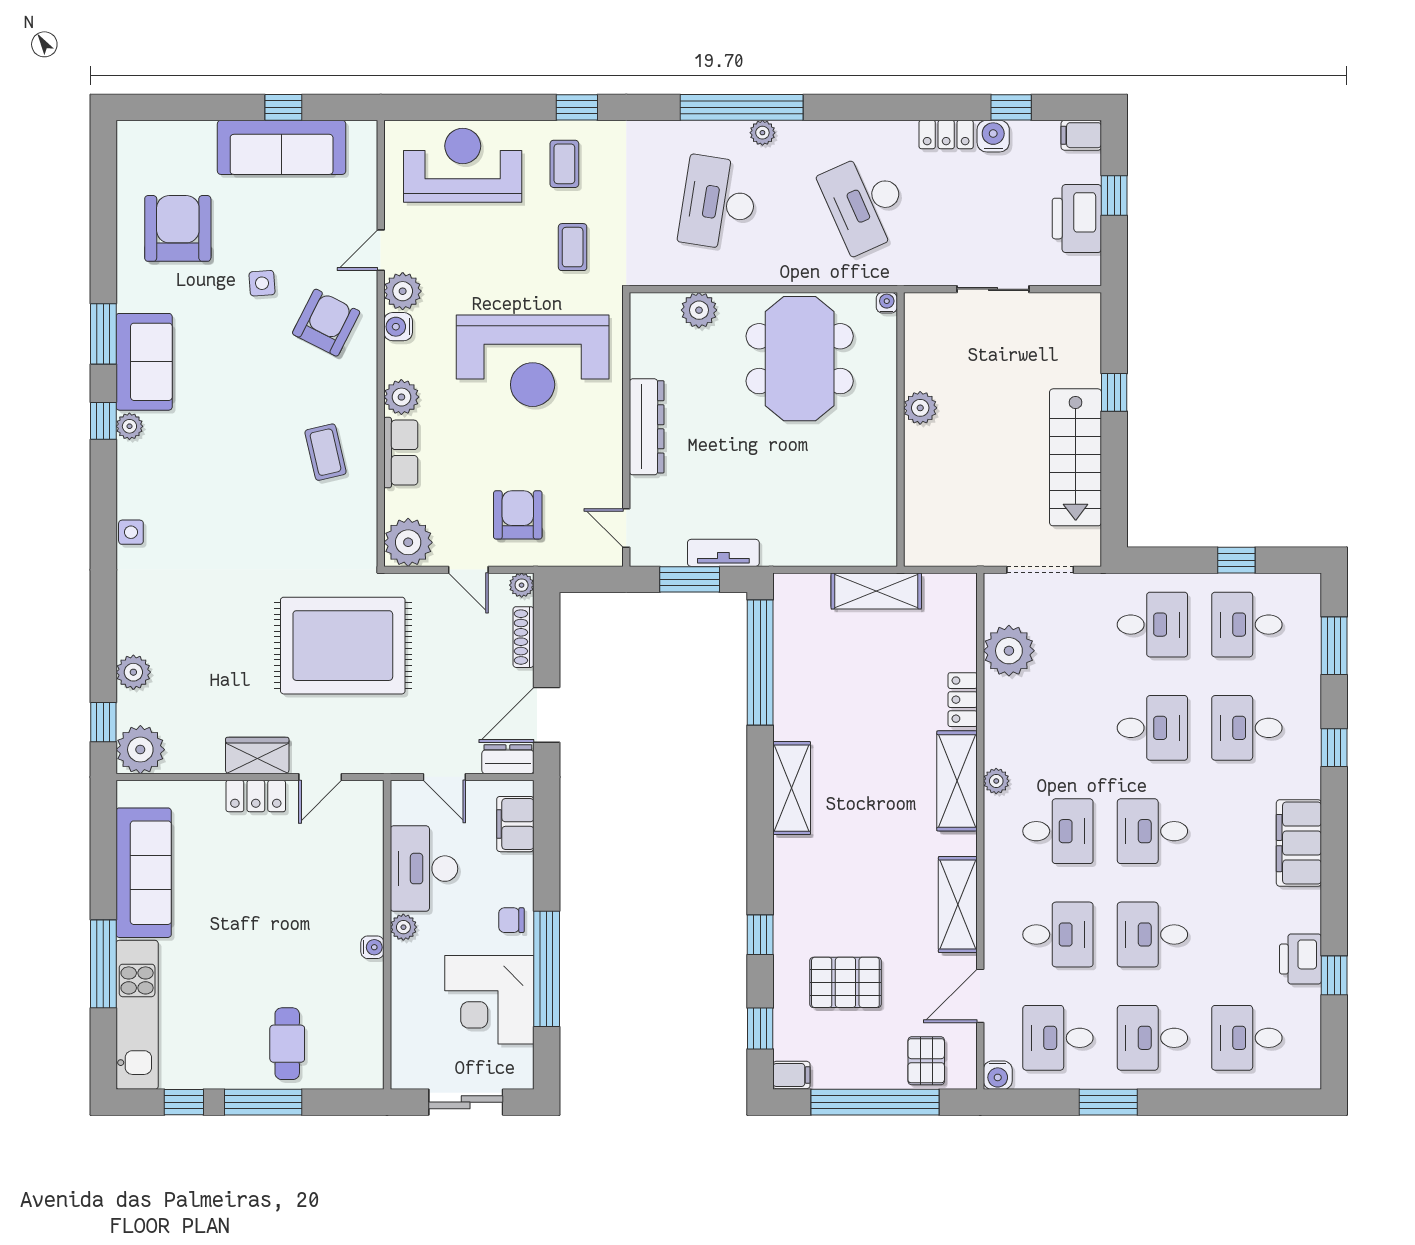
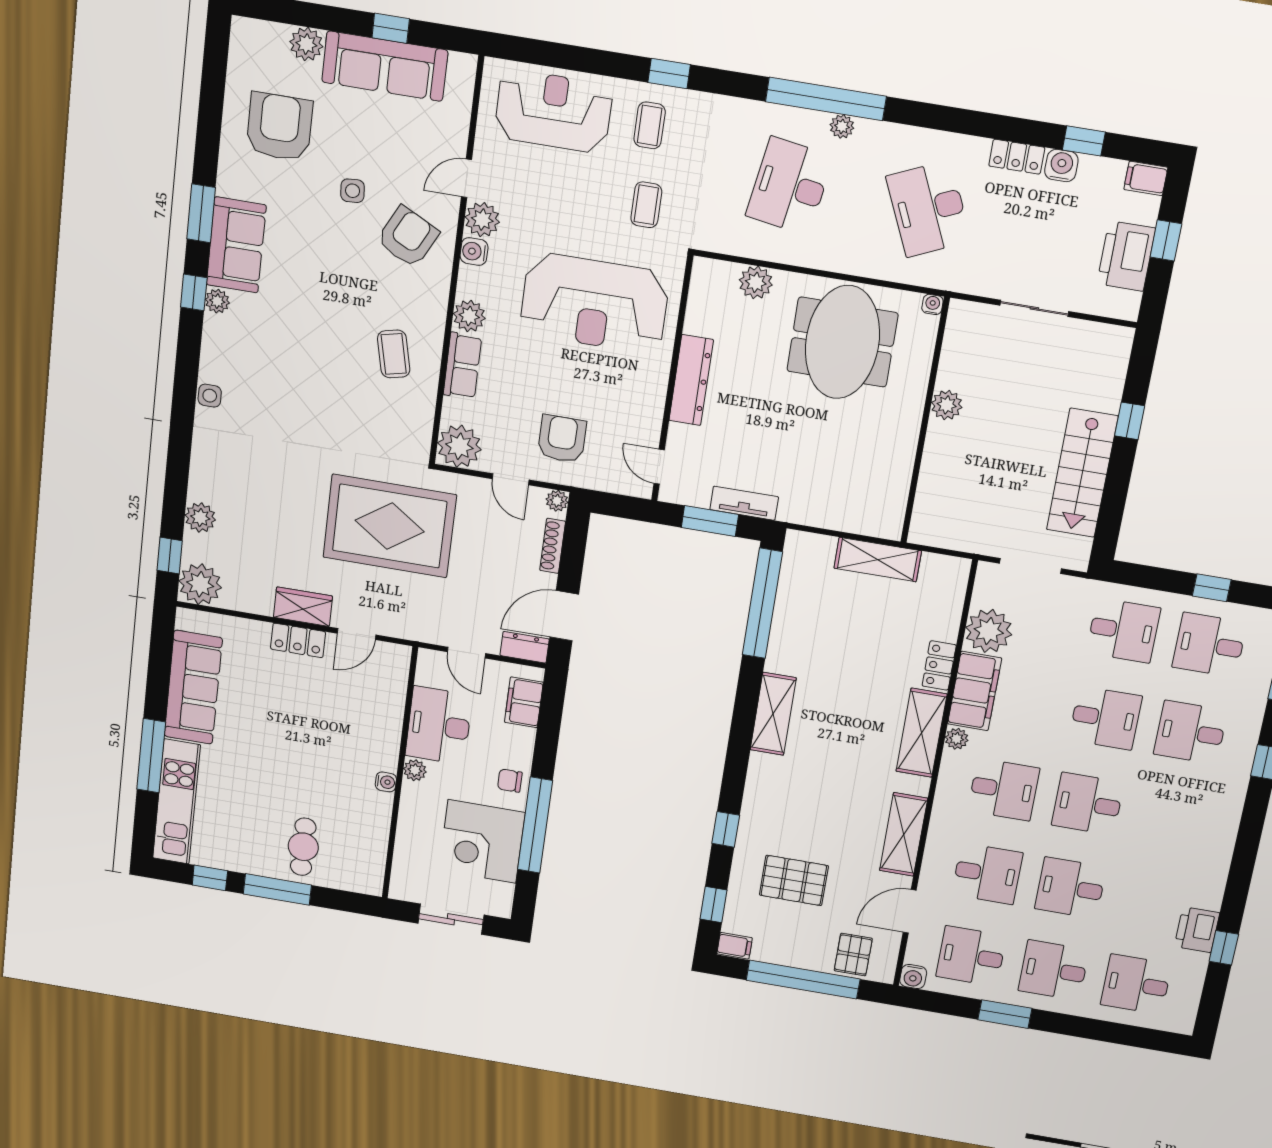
plant: (197, 138) -> (306, 44), added
filing cabinet: (1299, 843) -> (975, 691), moved, turned 180

